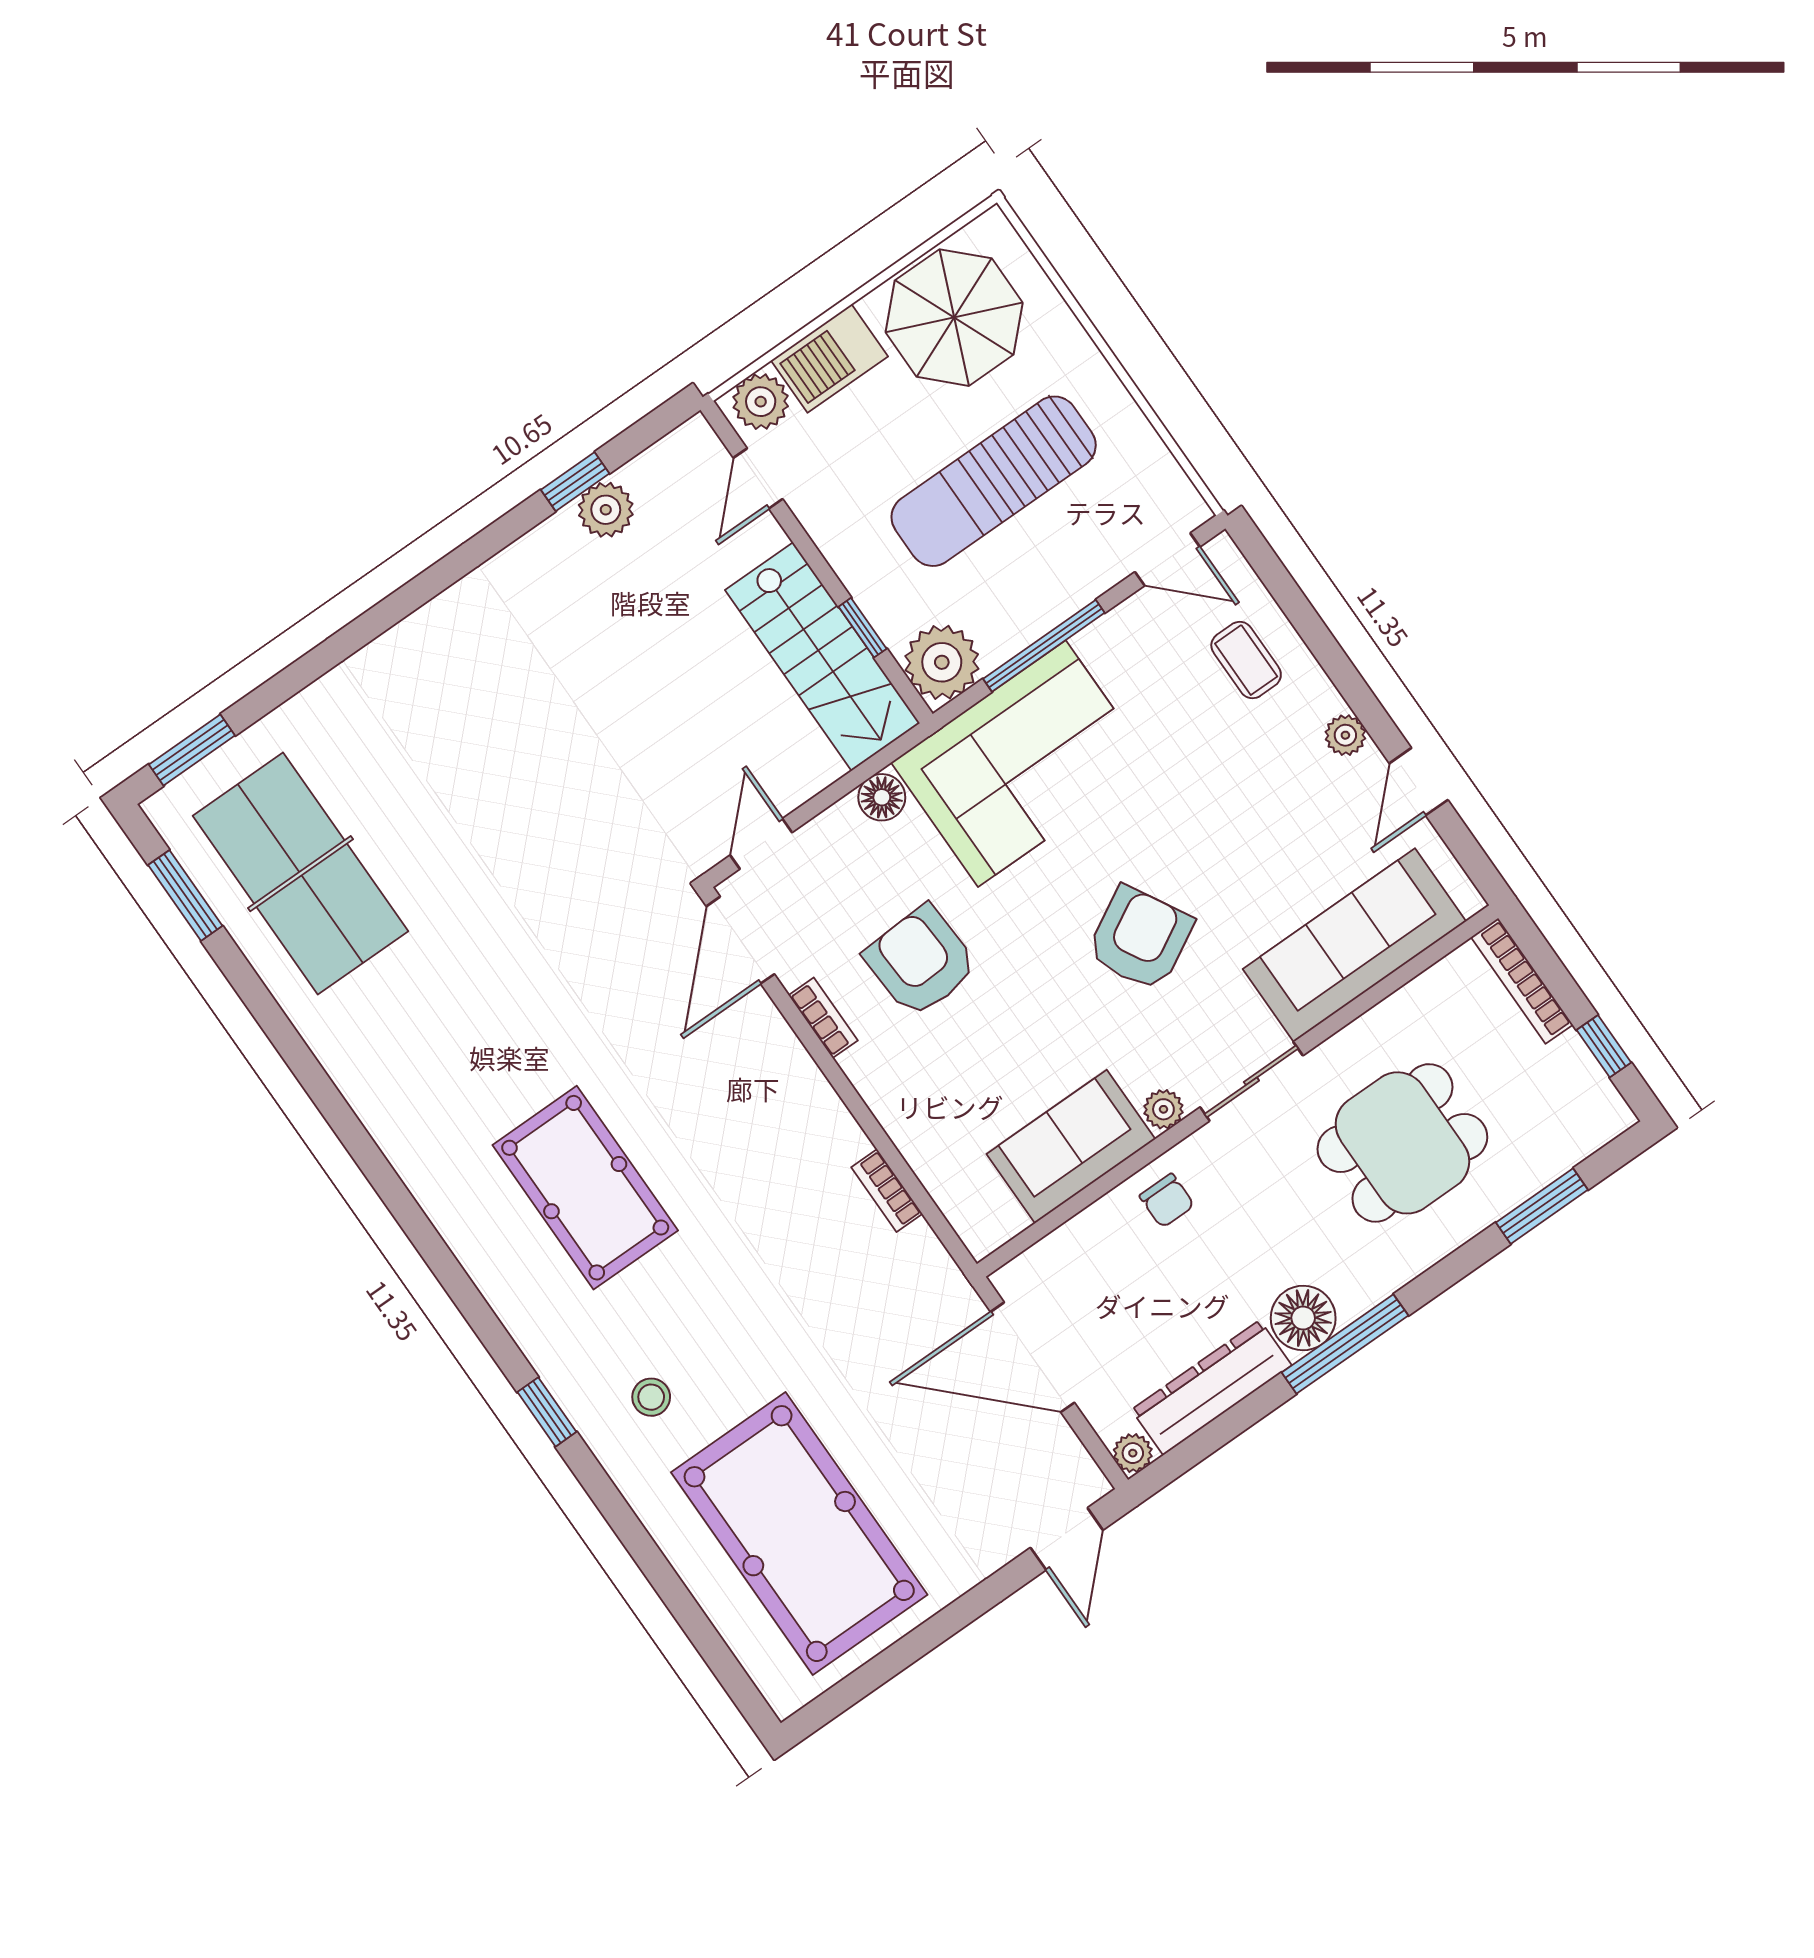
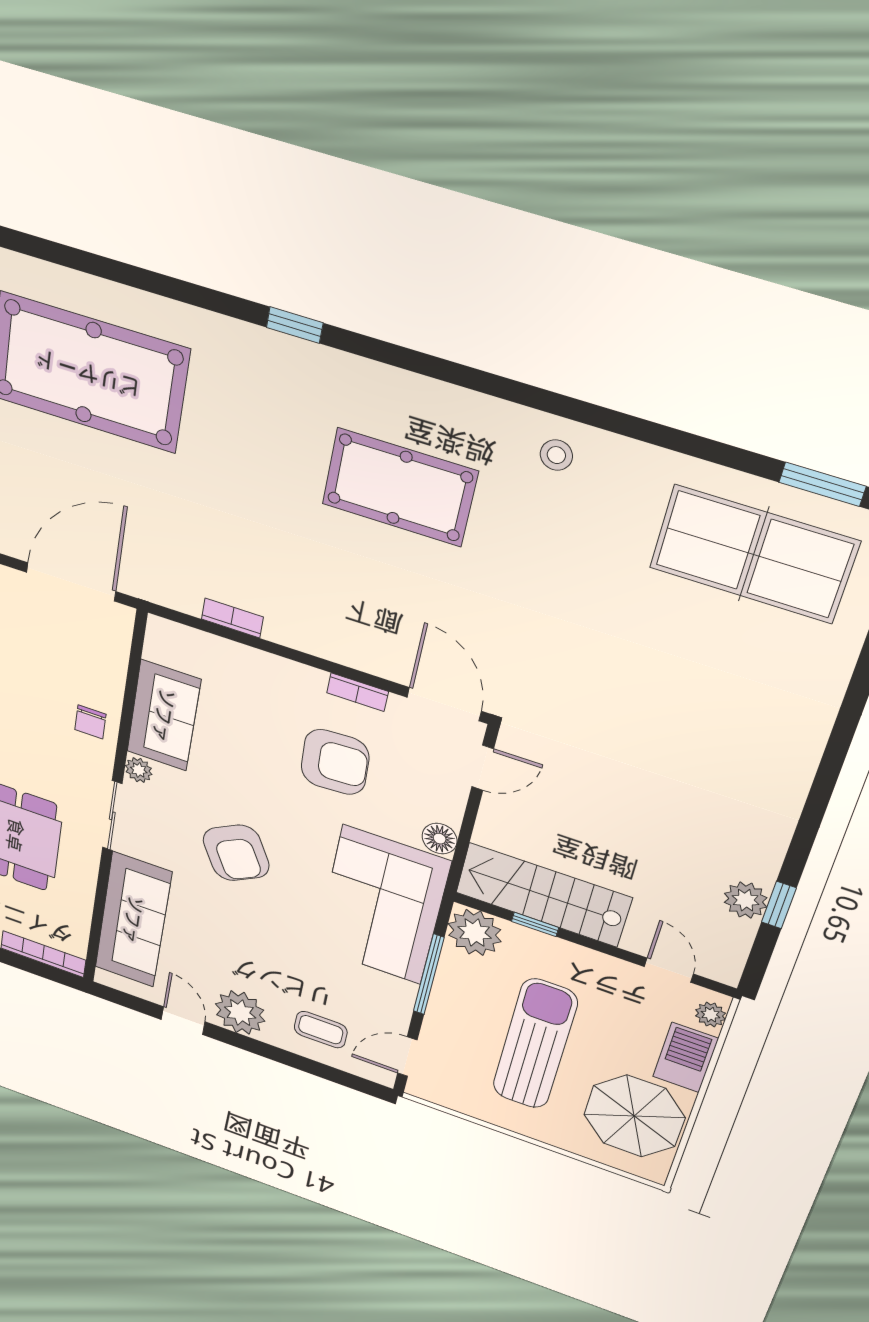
plant: (761, 402) -> (711, 1015), width x0.73, depth x0.73
plant: (1345, 735) -> (240, 1013), width x1.87, depth x1.87
door: (761, 844) -> (483, 768), hinge flipped
chair: (1167, 1201) -> (90, 722), turned -90
stool: (651, 1397) -> (556, 455), moved

